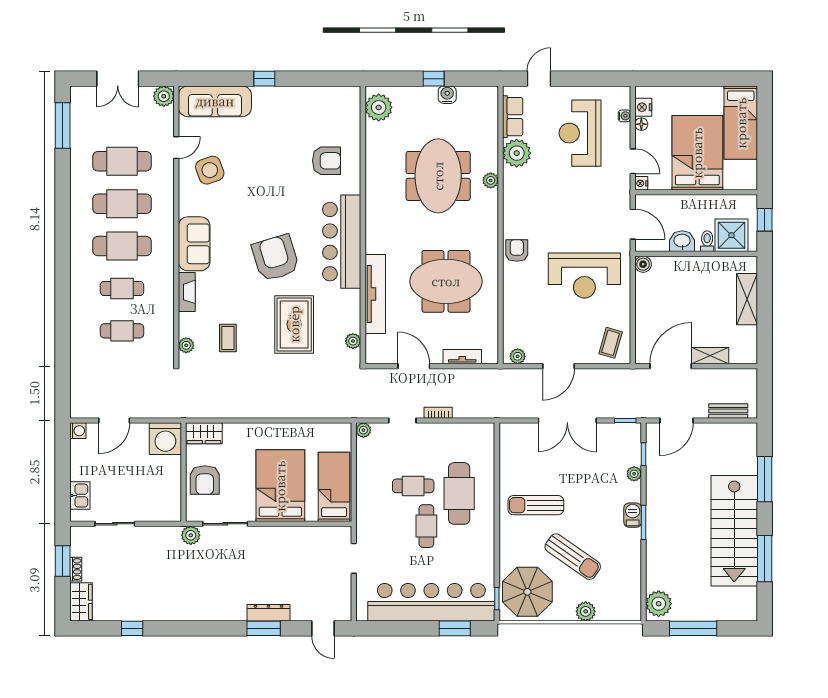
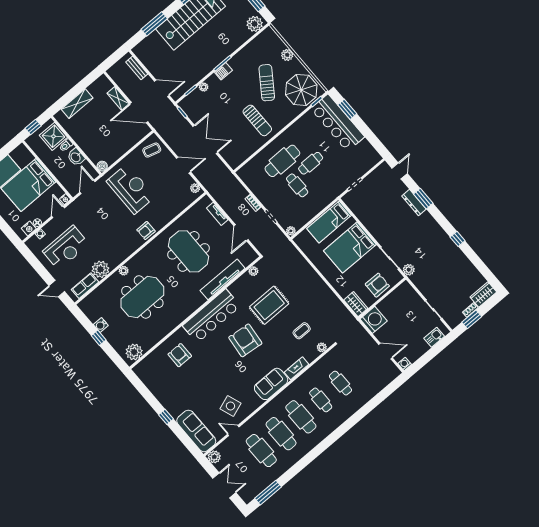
armchair: (275, 258) -> (245, 340), turned 113
bar counter: (431, 602) -> (338, 123), width x0.73
window: (132, 628) -> (458, 239), moved

